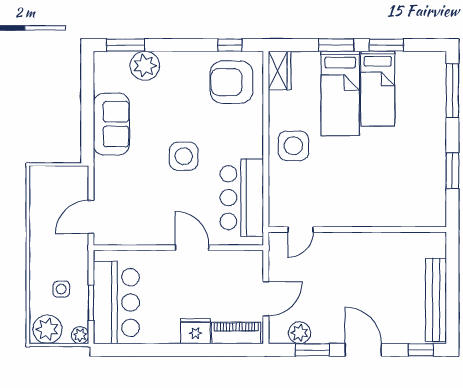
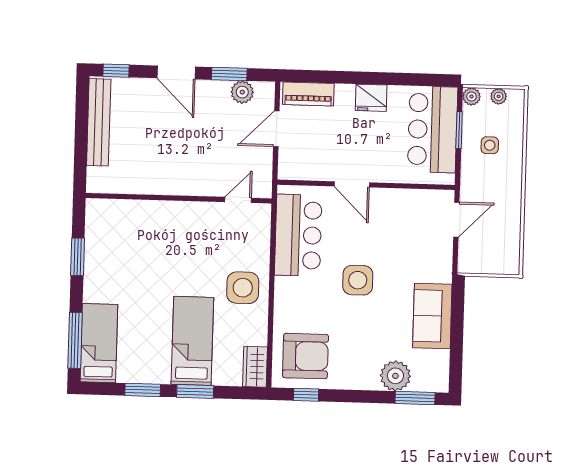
bed: (378, 89) -> (99, 343), moved
plant: (47, 329) -> (499, 96), width x0.53, depth x0.53
fridge: (195, 331) -> (371, 98), moved

